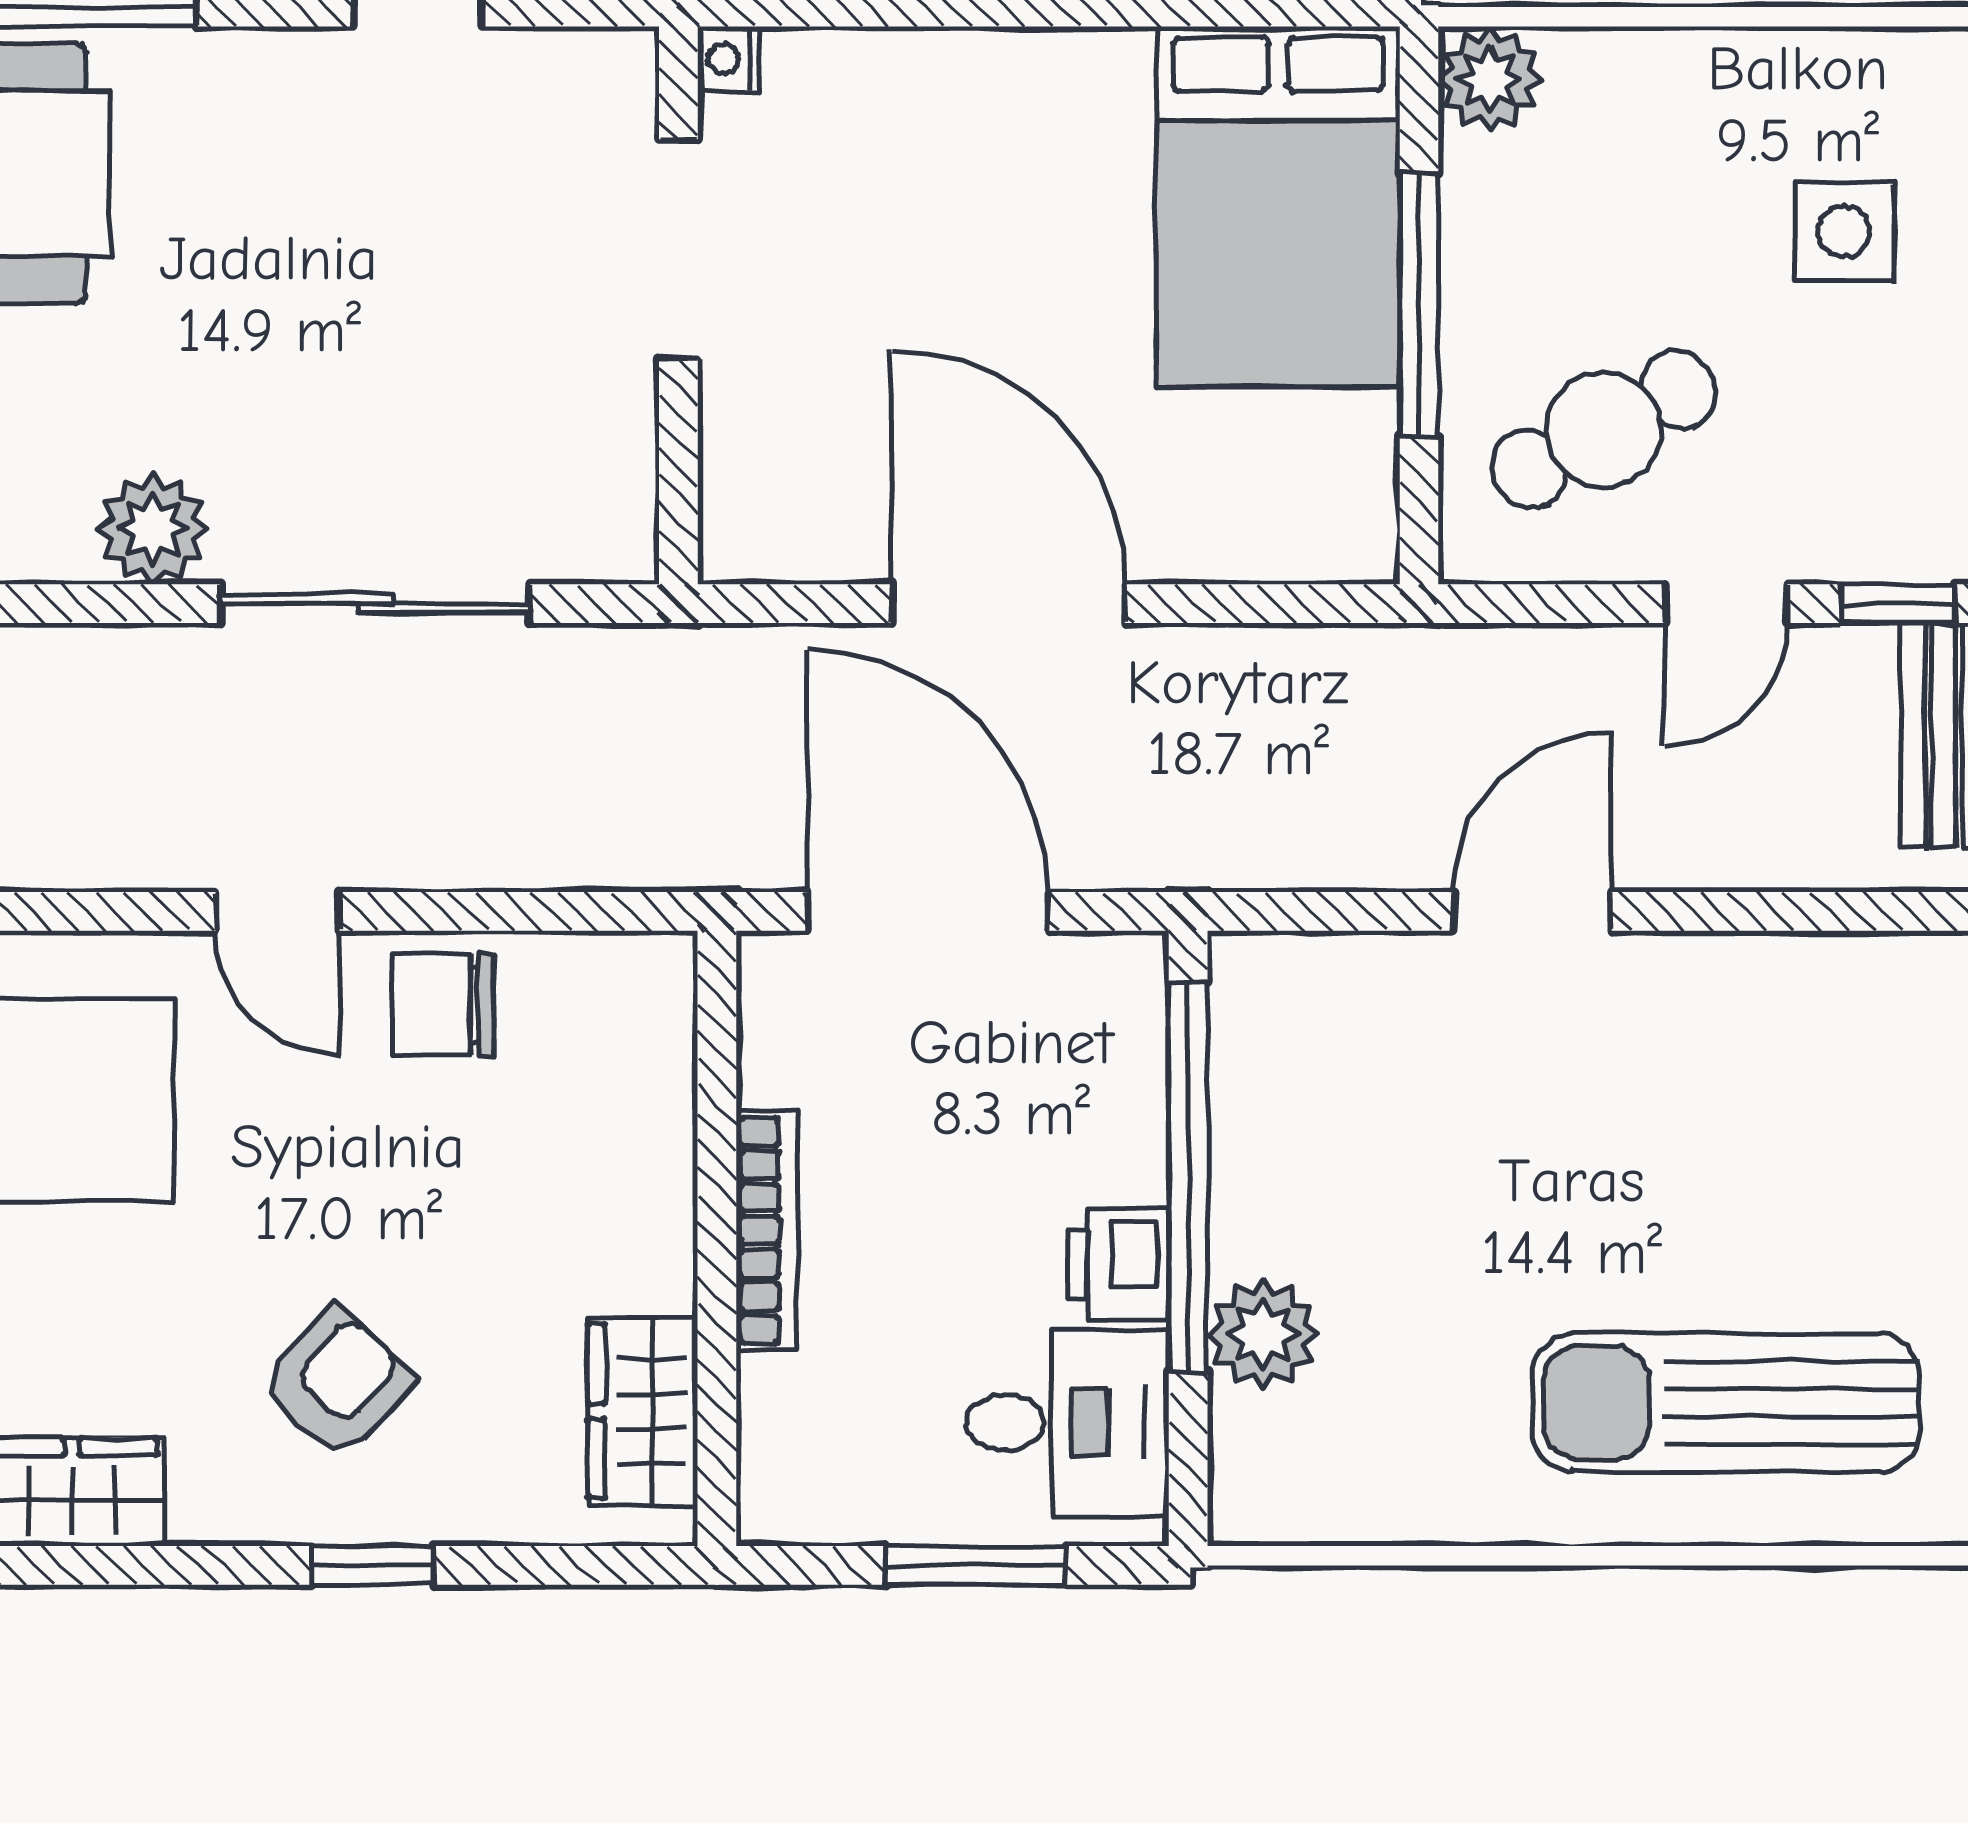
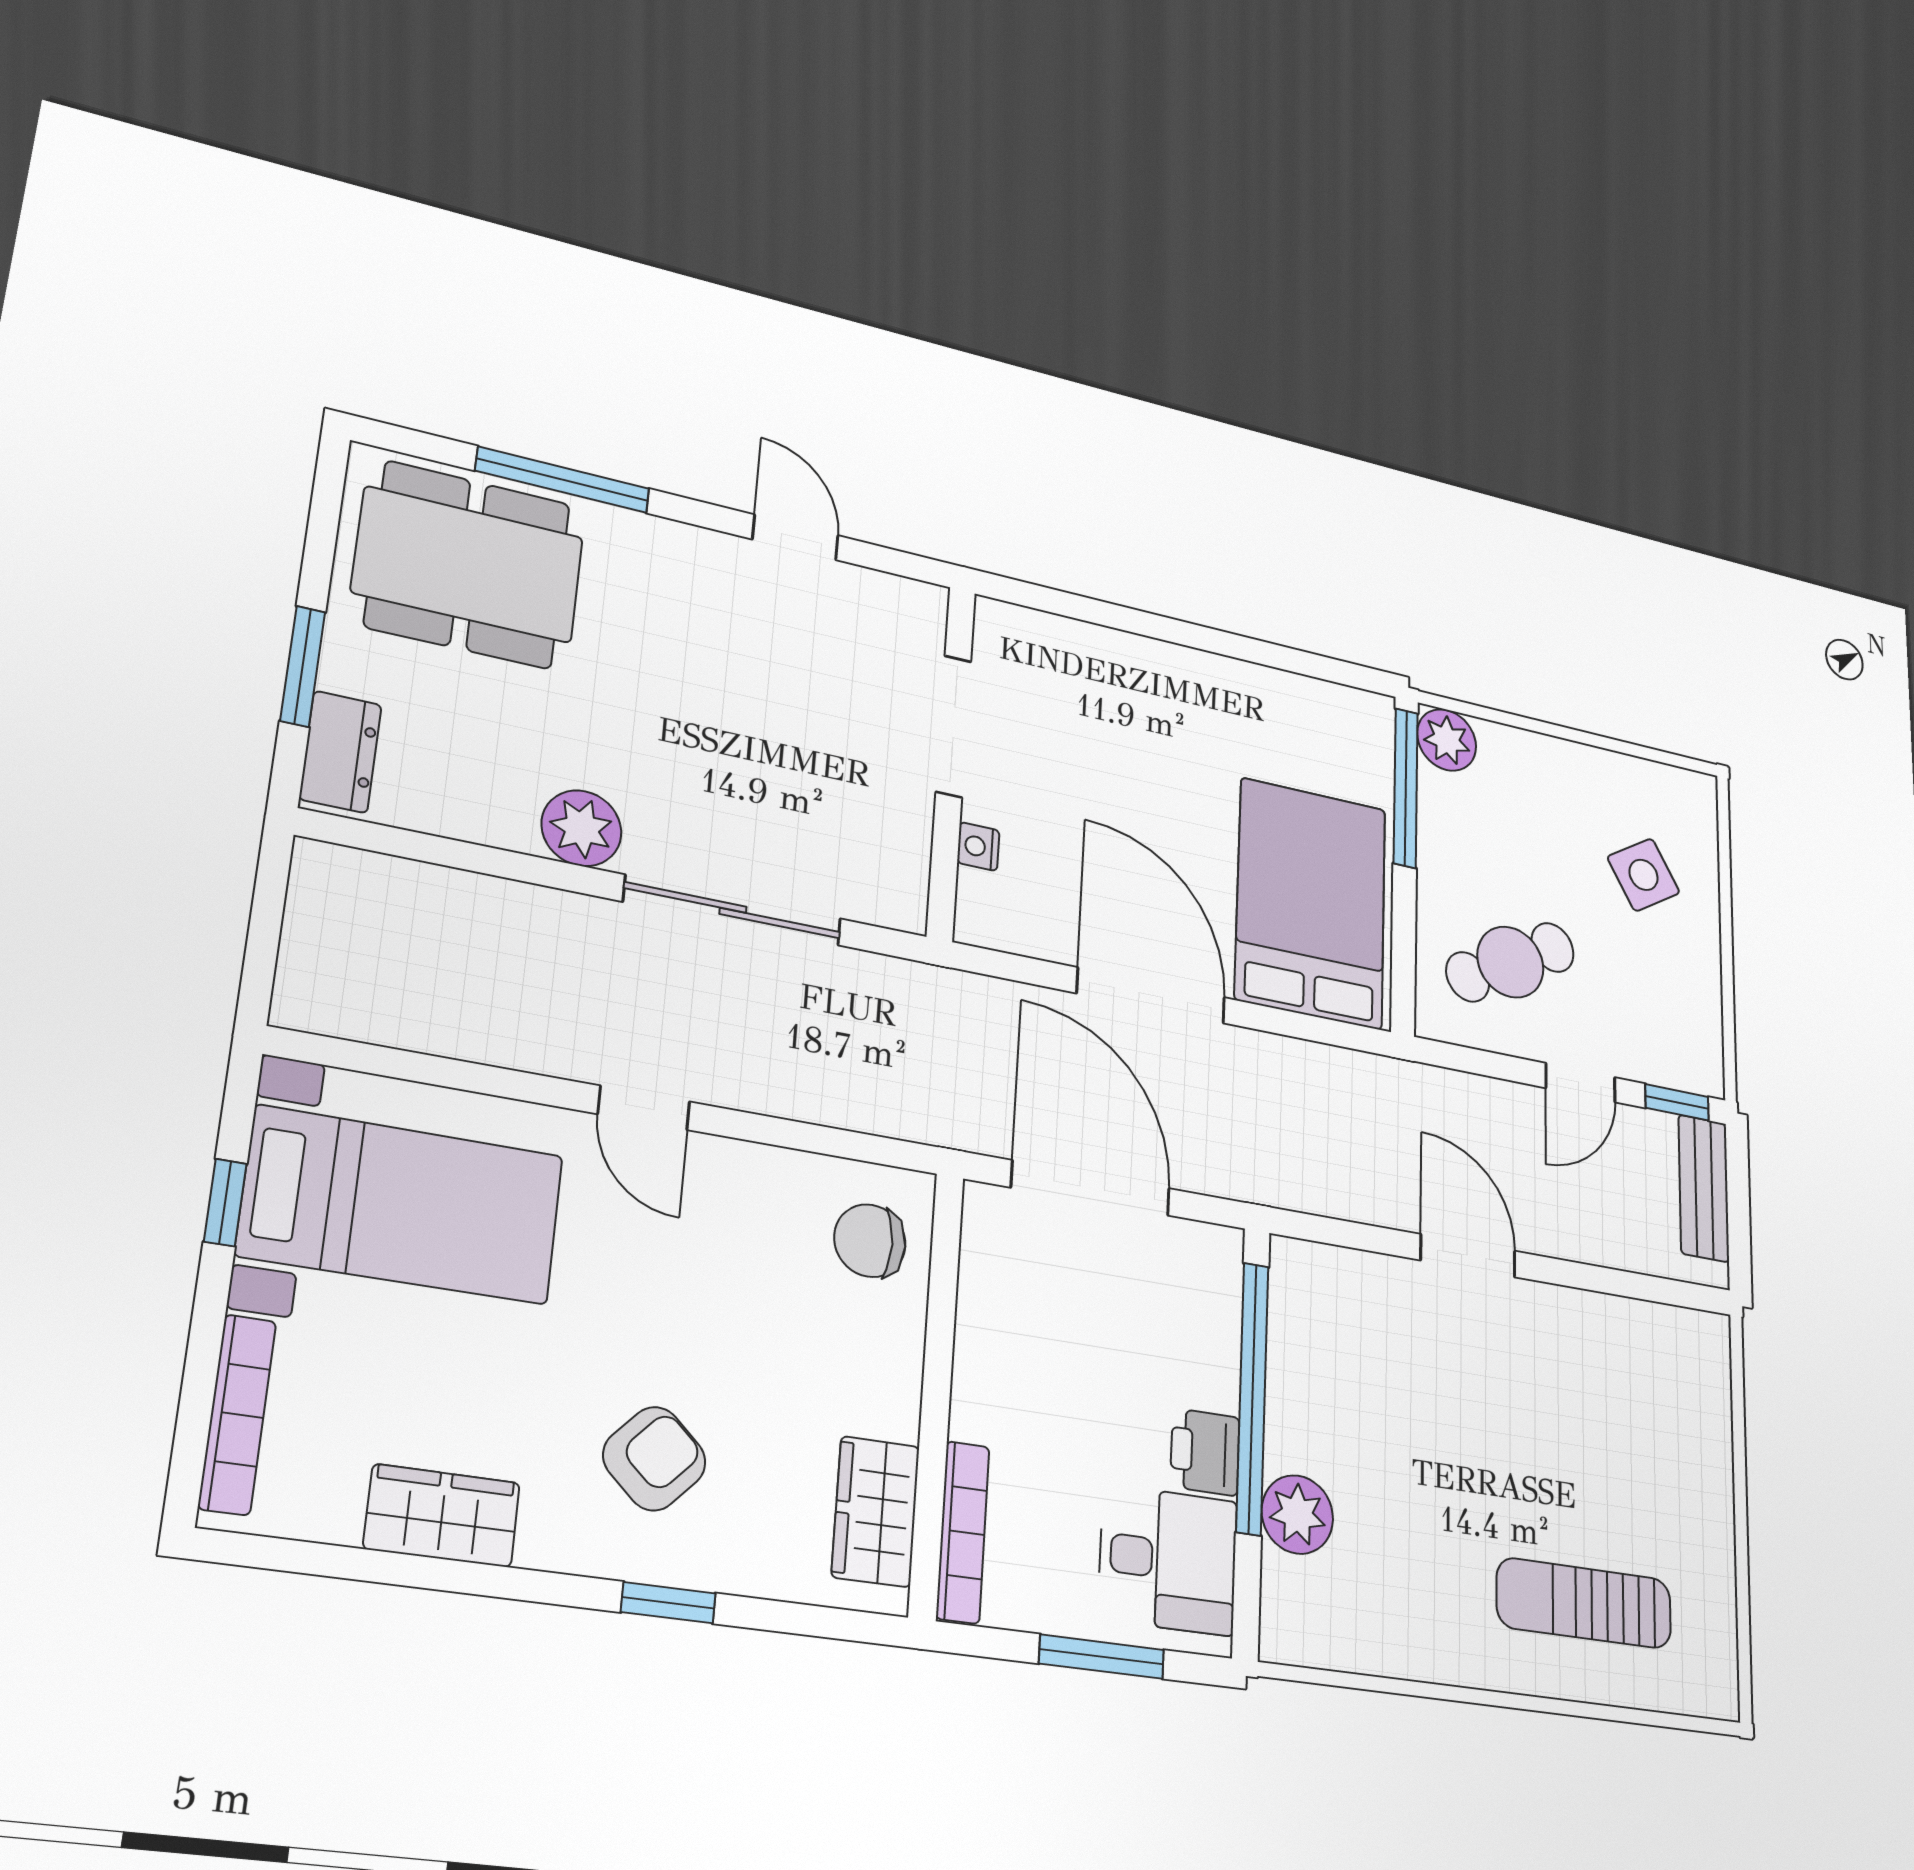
nightstand: (728, 59) -> (978, 847), moved
bed: (1278, 207) -> (1311, 903), moved, turned 180
side table: (1844, 232) -> (1643, 875), turned -31
window: (1419, 304) -> (1406, 788), moved
door: (1532, 911) -> (1468, 1256), hinge flipped
chair: (443, 1004) -> (870, 1241), moved
bookcase: (767, 1231) -> (963, 1532), moved
sun lounger: (1726, 1403) -> (1584, 1603), width x0.73, depth x0.75

